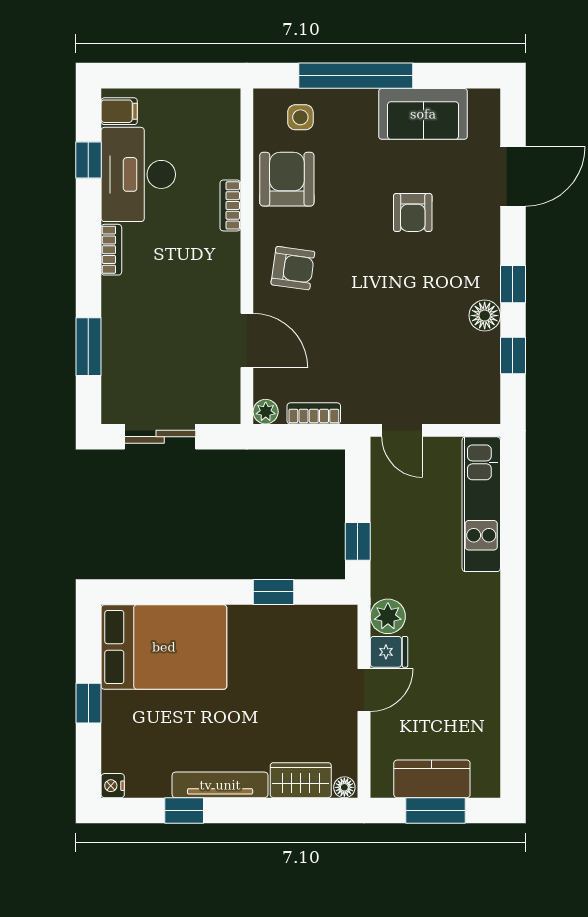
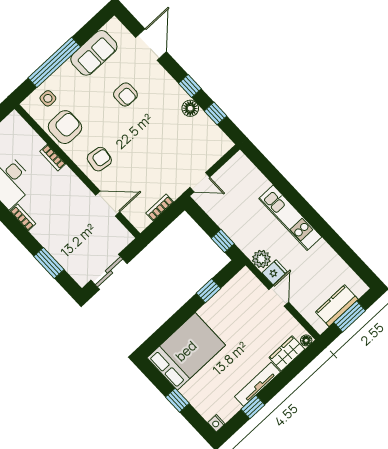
armchair: (287, 179) -> (65, 127), turned 90
plant: (266, 412) -> (141, 224), removed
kitchen unit: (481, 504) -> (290, 218), moved

